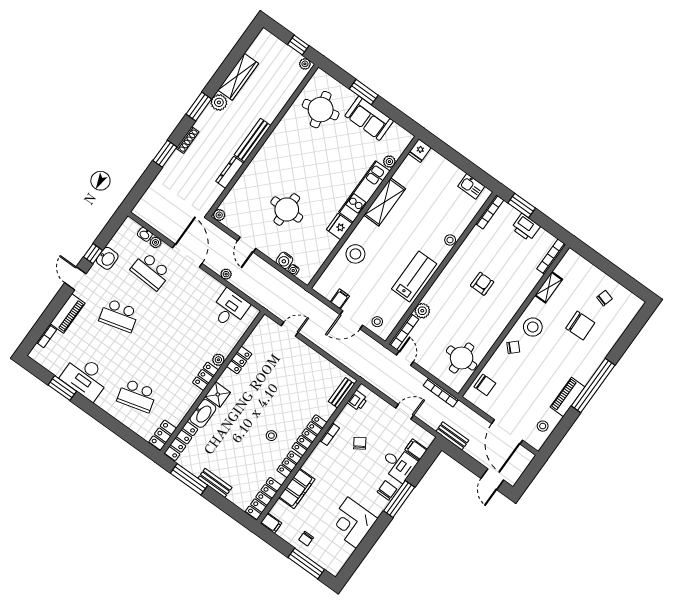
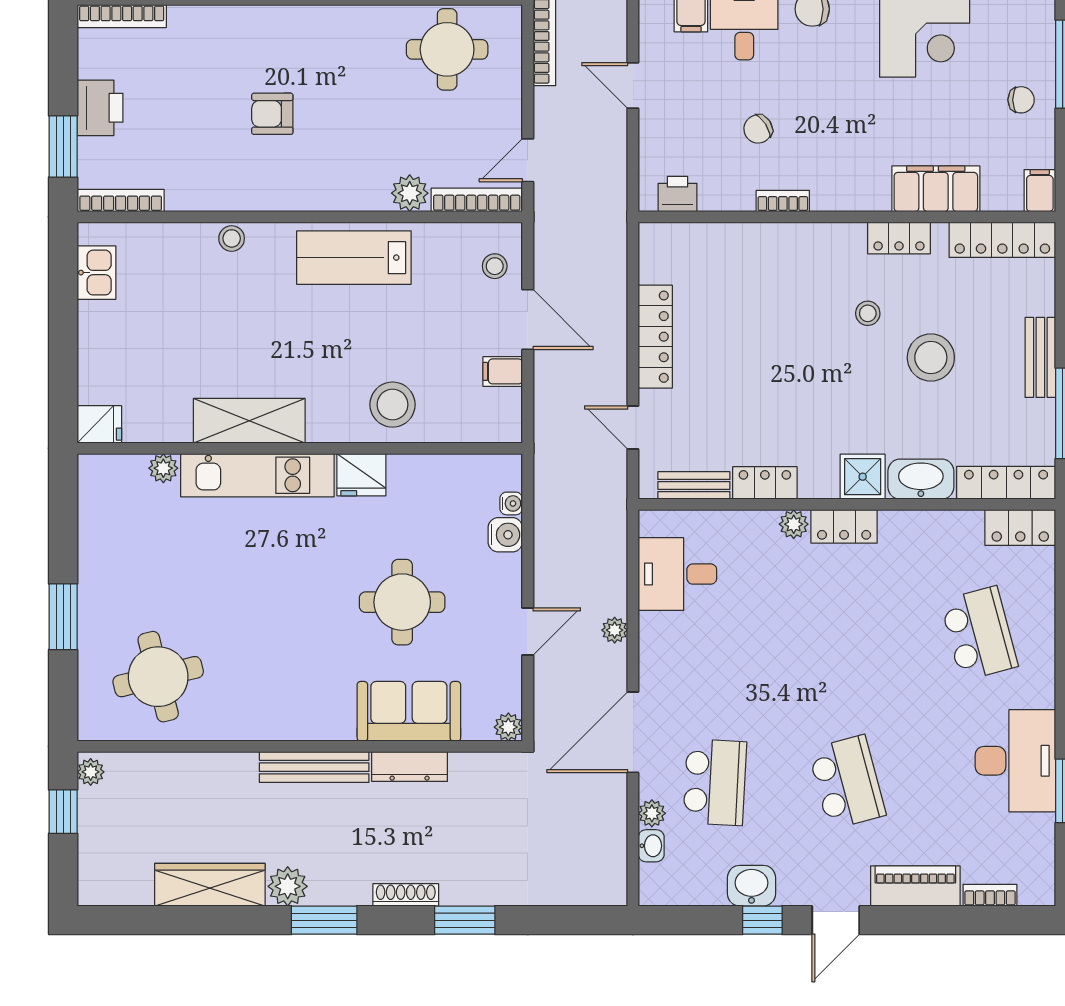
sofa: (369, 118) -> (409, 711), moved, turned -90
bench: (342, 393) -> (694, 485), moved
locker: (309, 435) -> (655, 337), moved, turned -90
stool: (241, 446) -> (931, 358), added

